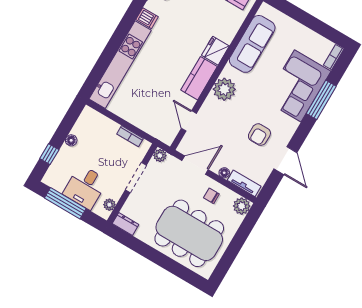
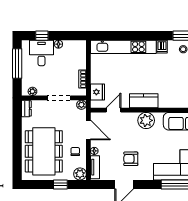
fridge: (215, 51) -> (97, 92), moved, turned 90
desk: (85, 187) -> (41, 53), moved, turned 90
window: (241, 237) -> (60, 184), added

